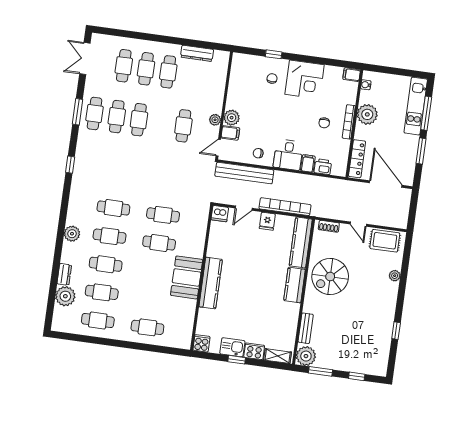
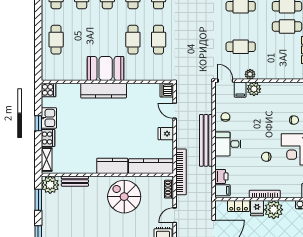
chair: (324, 123) -> (266, 157), moved
fridge: (363, 132) -> (257, 208), added
locker: (357, 159) -> (239, 206), width x0.66
filing cabinet: (308, 163) -> (222, 190), moved
bench: (244, 173) -> (206, 140), moved
bookcase: (285, 207) -> (181, 172), moved

